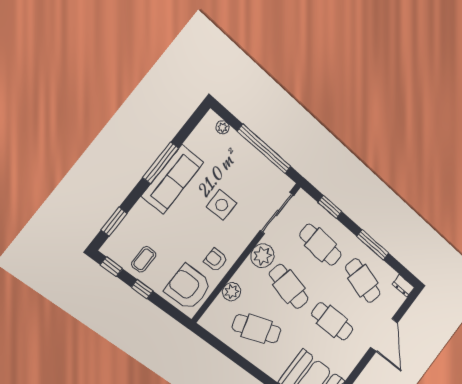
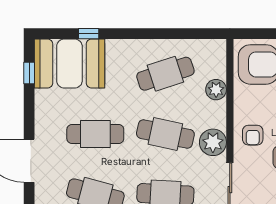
armchair: (216, 260) -> (253, 135), moved, turned 90

